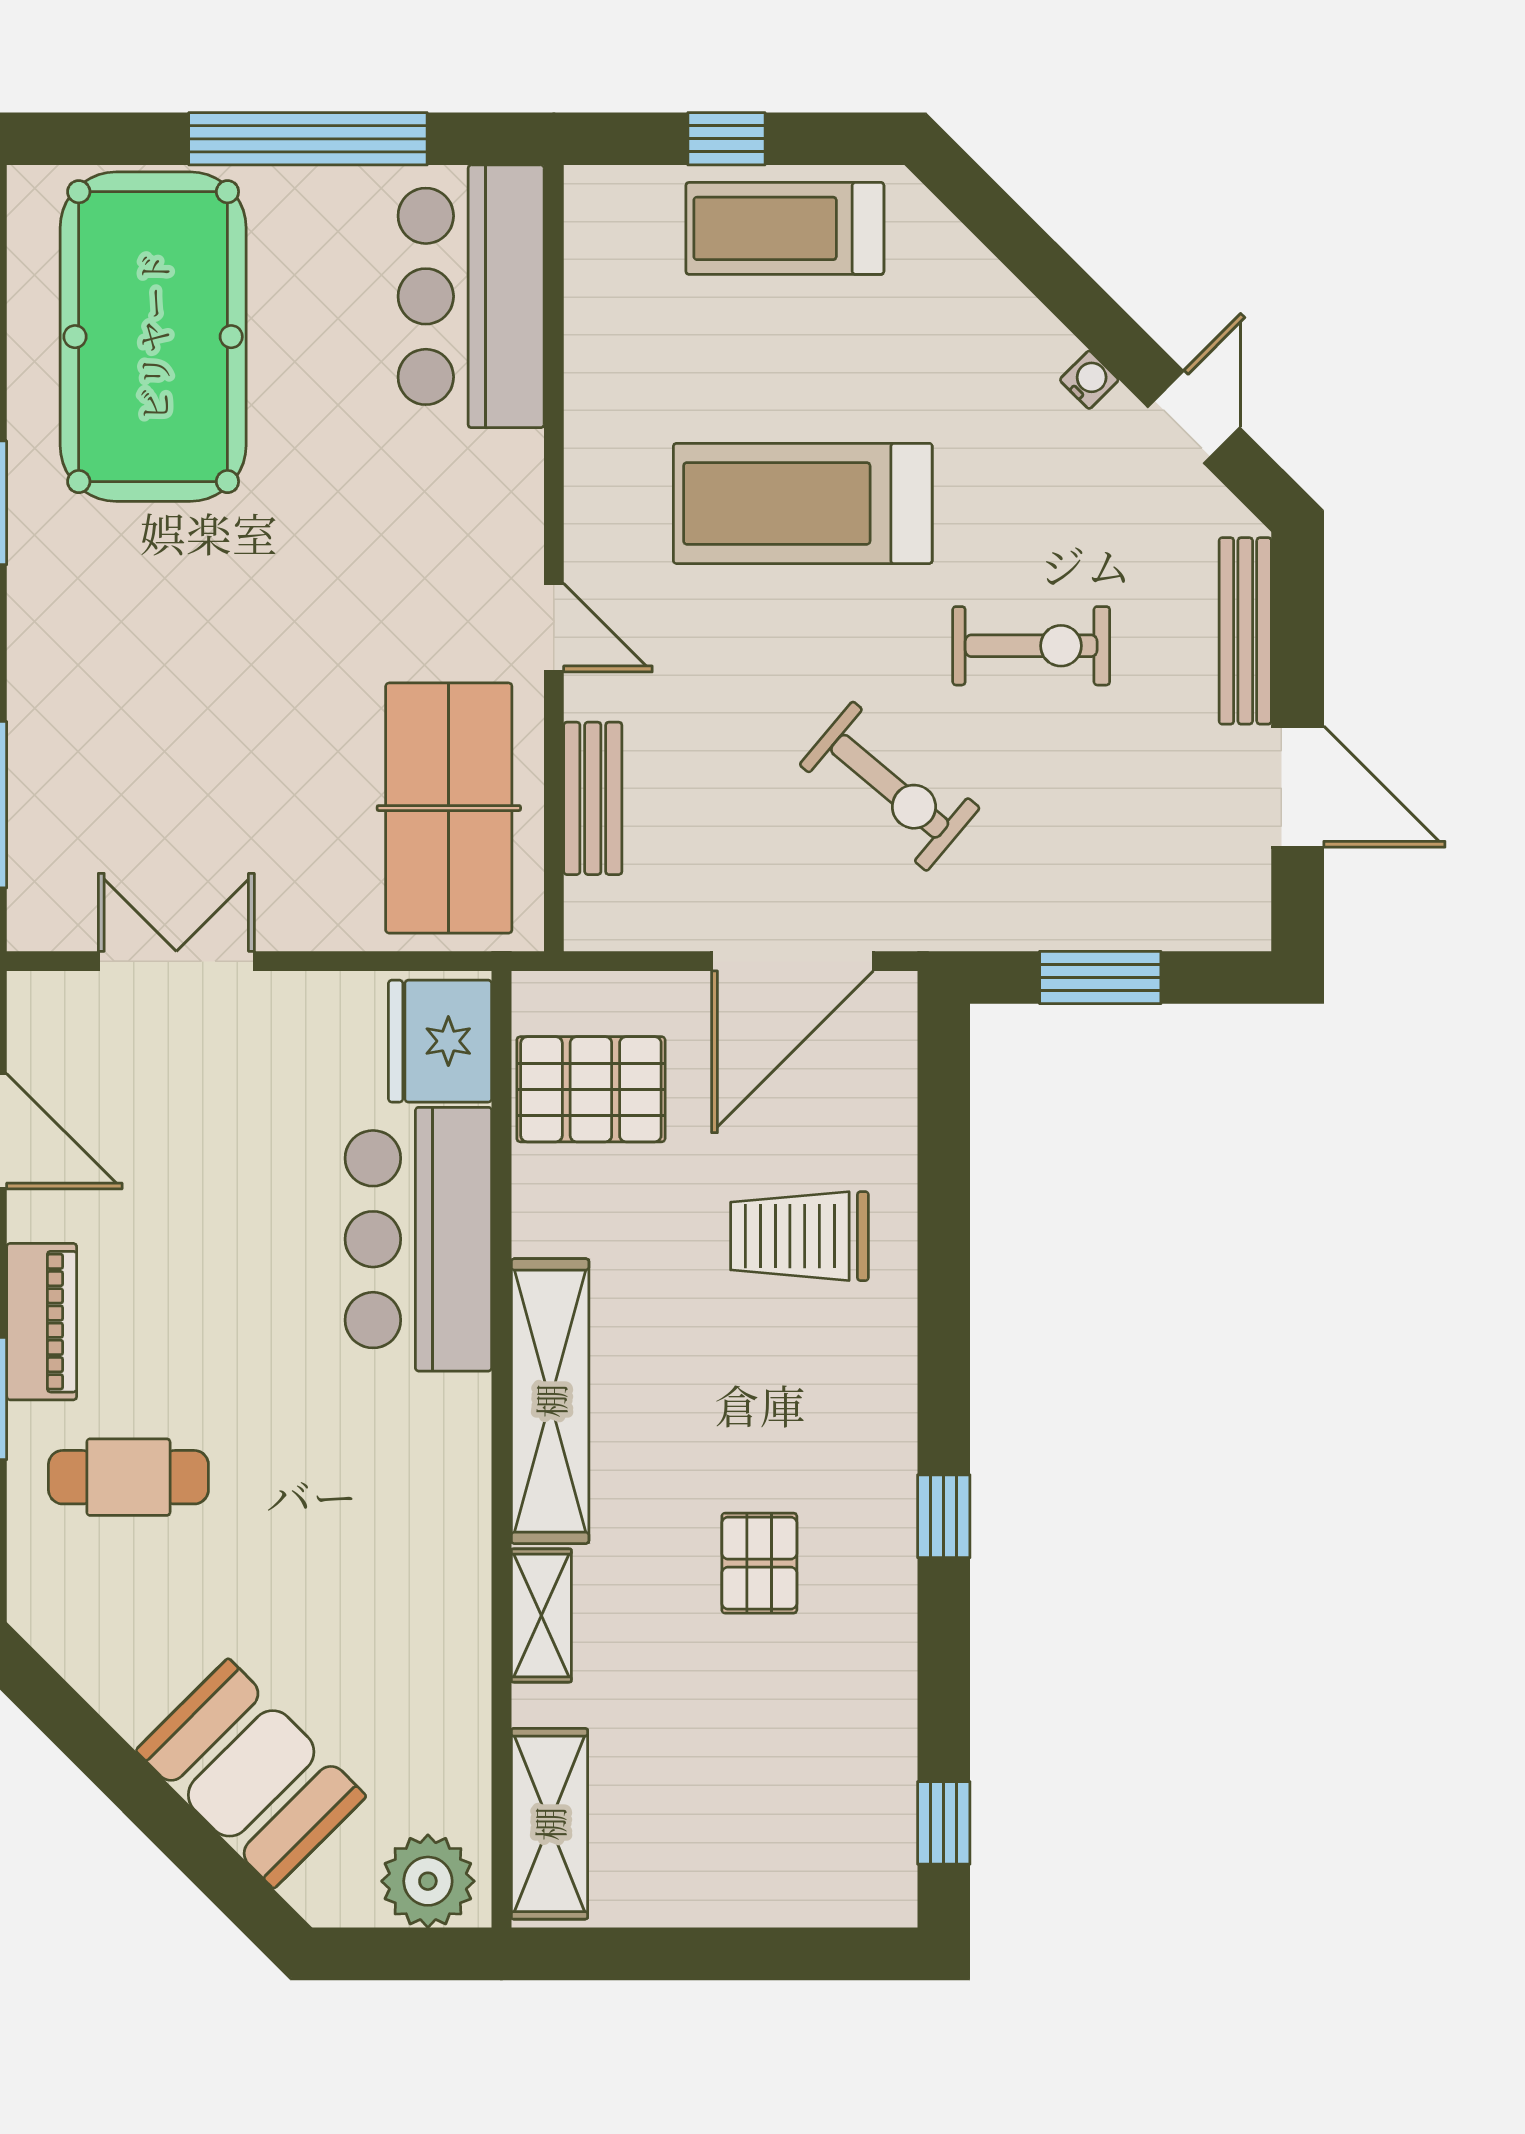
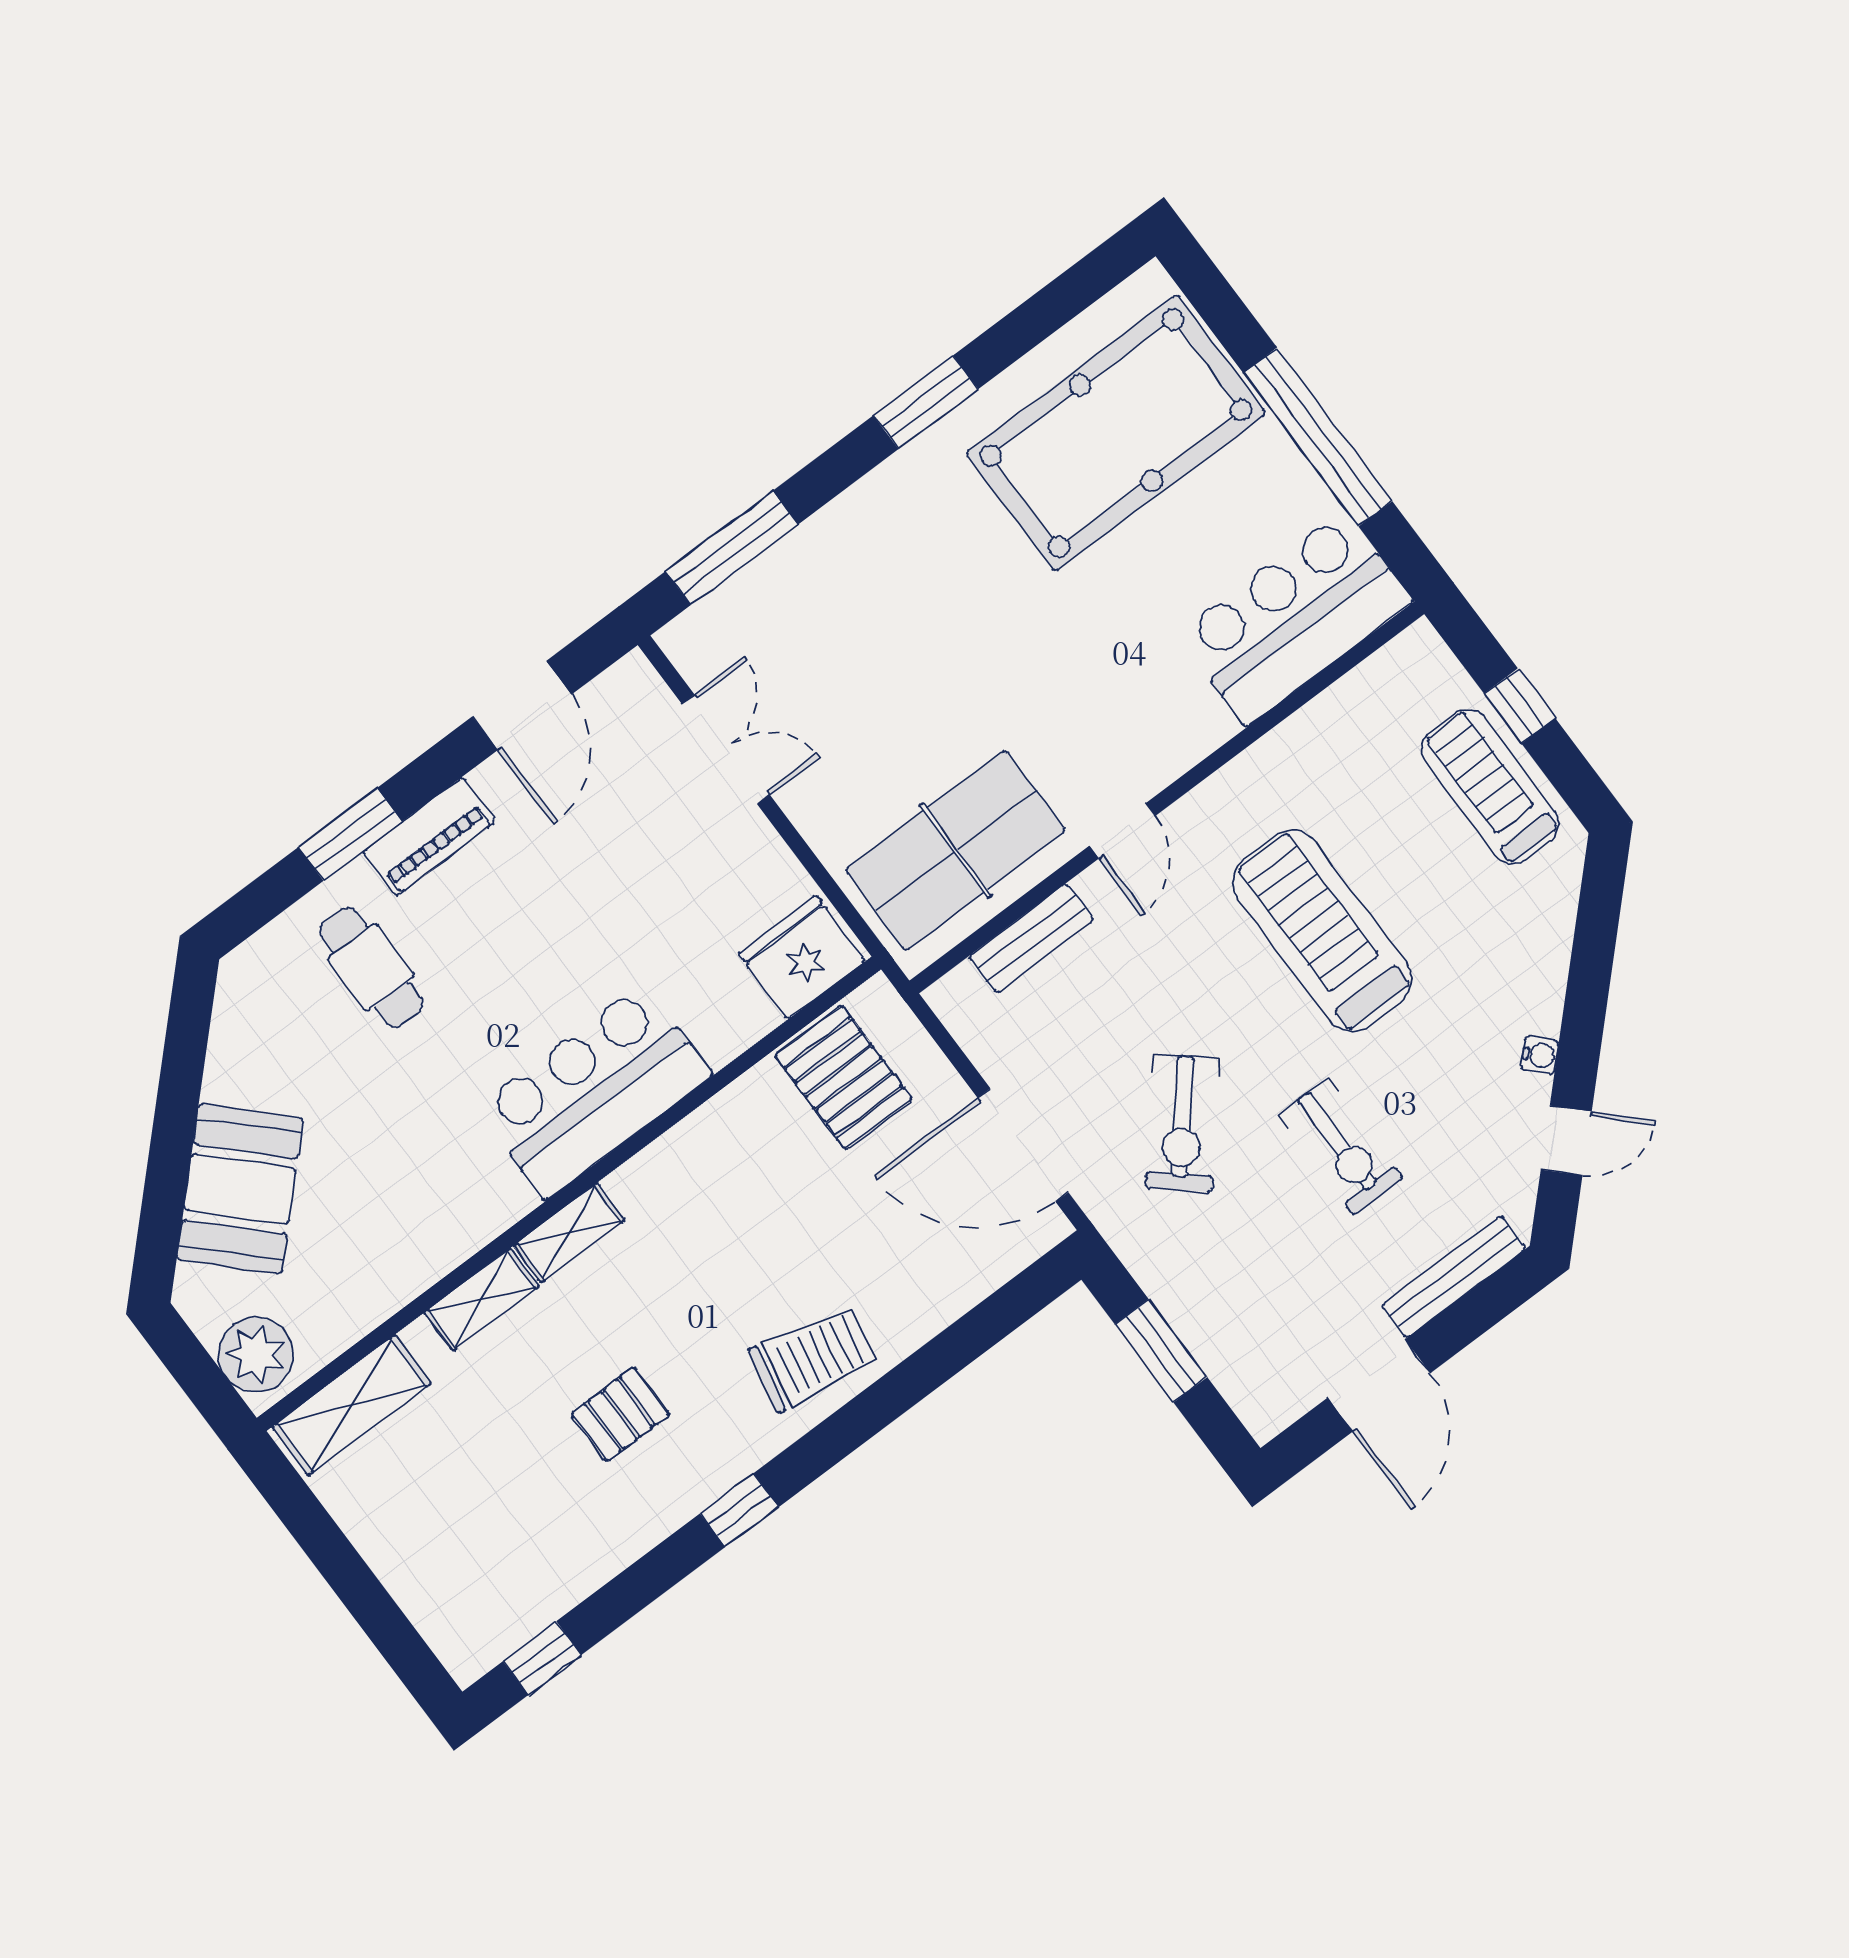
trolley: (799, 1236) -> (813, 1358), moved, turned 102
bar counter: (418, 1239) -> (594, 1091), moved
shelving: (550, 1401) -> (569, 1233), width x0.45, depth x0.75

